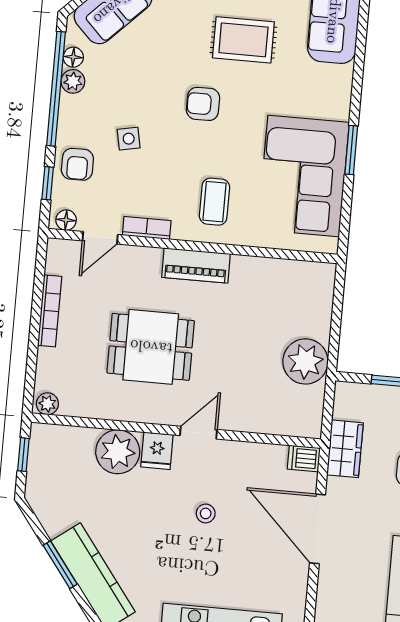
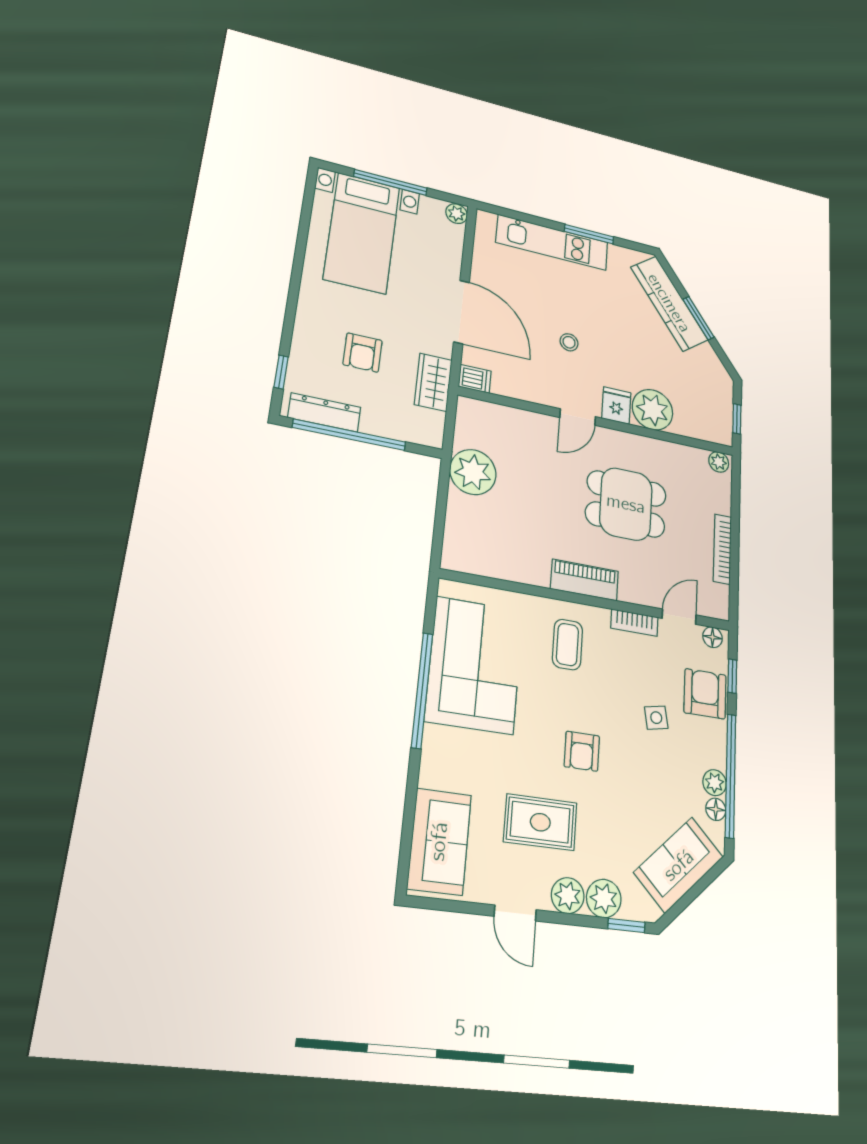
armchair: (203, 104) -> (582, 751), turned 90
window: (351, 150) -> (422, 690), width x2.11
armchair: (77, 164) -> (705, 694), width x1.38, depth x1.38

